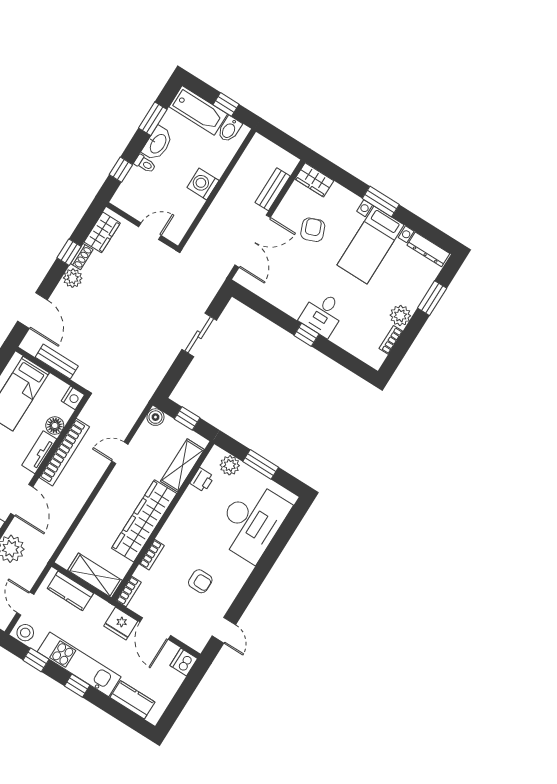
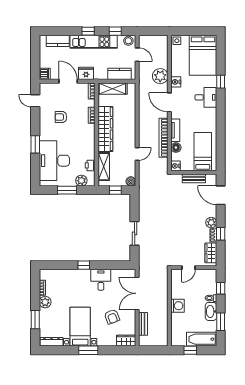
bidet: (229, 129) -> (181, 339), removed
desk: (323, 314) -> (101, 280), moved
window: (265, 564) -> (35, 144), added

